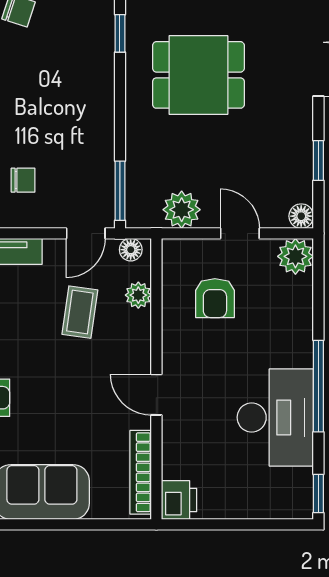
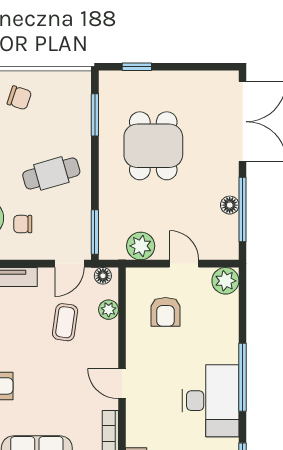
window: (120, 33) -> (95, 115), width x1.50
dining table: (198, 75) -> (153, 146), turned 90
cafe table: (61, 112) -> (51, 173), added
window: (318, 161) -> (243, 209), width x2.17
chair: (23, 180) -> (23, 224), turned 180
floor lamp: (301, 216) -> (230, 205), moved

